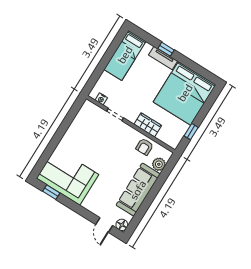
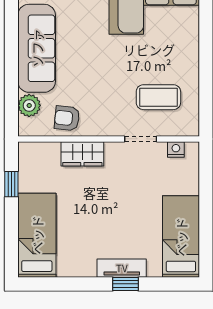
bed: (185, 93) -> (37, 235), width x0.49
coffee table: (94, 129) -> (158, 97), added
armchair: (144, 147) -> (67, 118), turned -84

